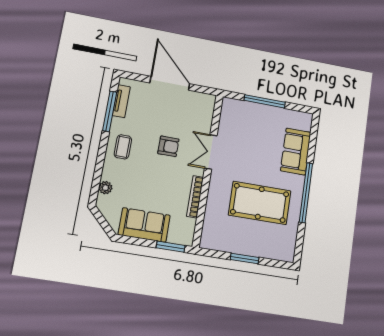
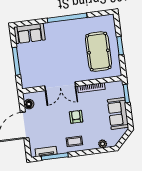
floor lamp: (198, 99) -> (29, 104), added
armchair: (168, 146) -> (76, 117), moved
sofa: (296, 151) -> (29, 33), moved
double door: (211, 152) -> (60, 86), width x1.37
pool table: (260, 203) -> (98, 52), moved

